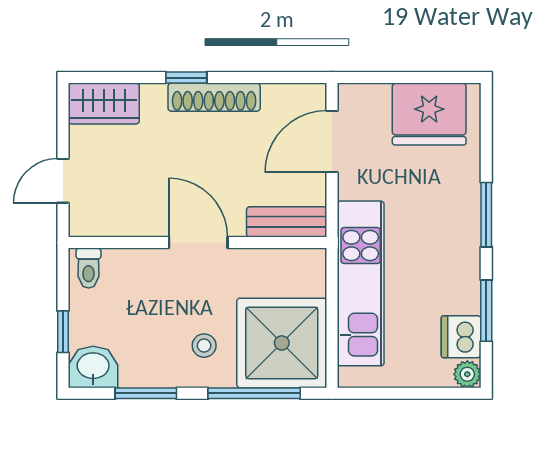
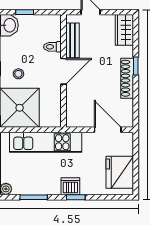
window: (486, 215) -> (76, 197), width x0.67
bench: (287, 222) -> (73, 40), moved
toilet: (89, 268) -> (52, 47), moved
dishwasher: (461, 337) -> (70, 186), moved

